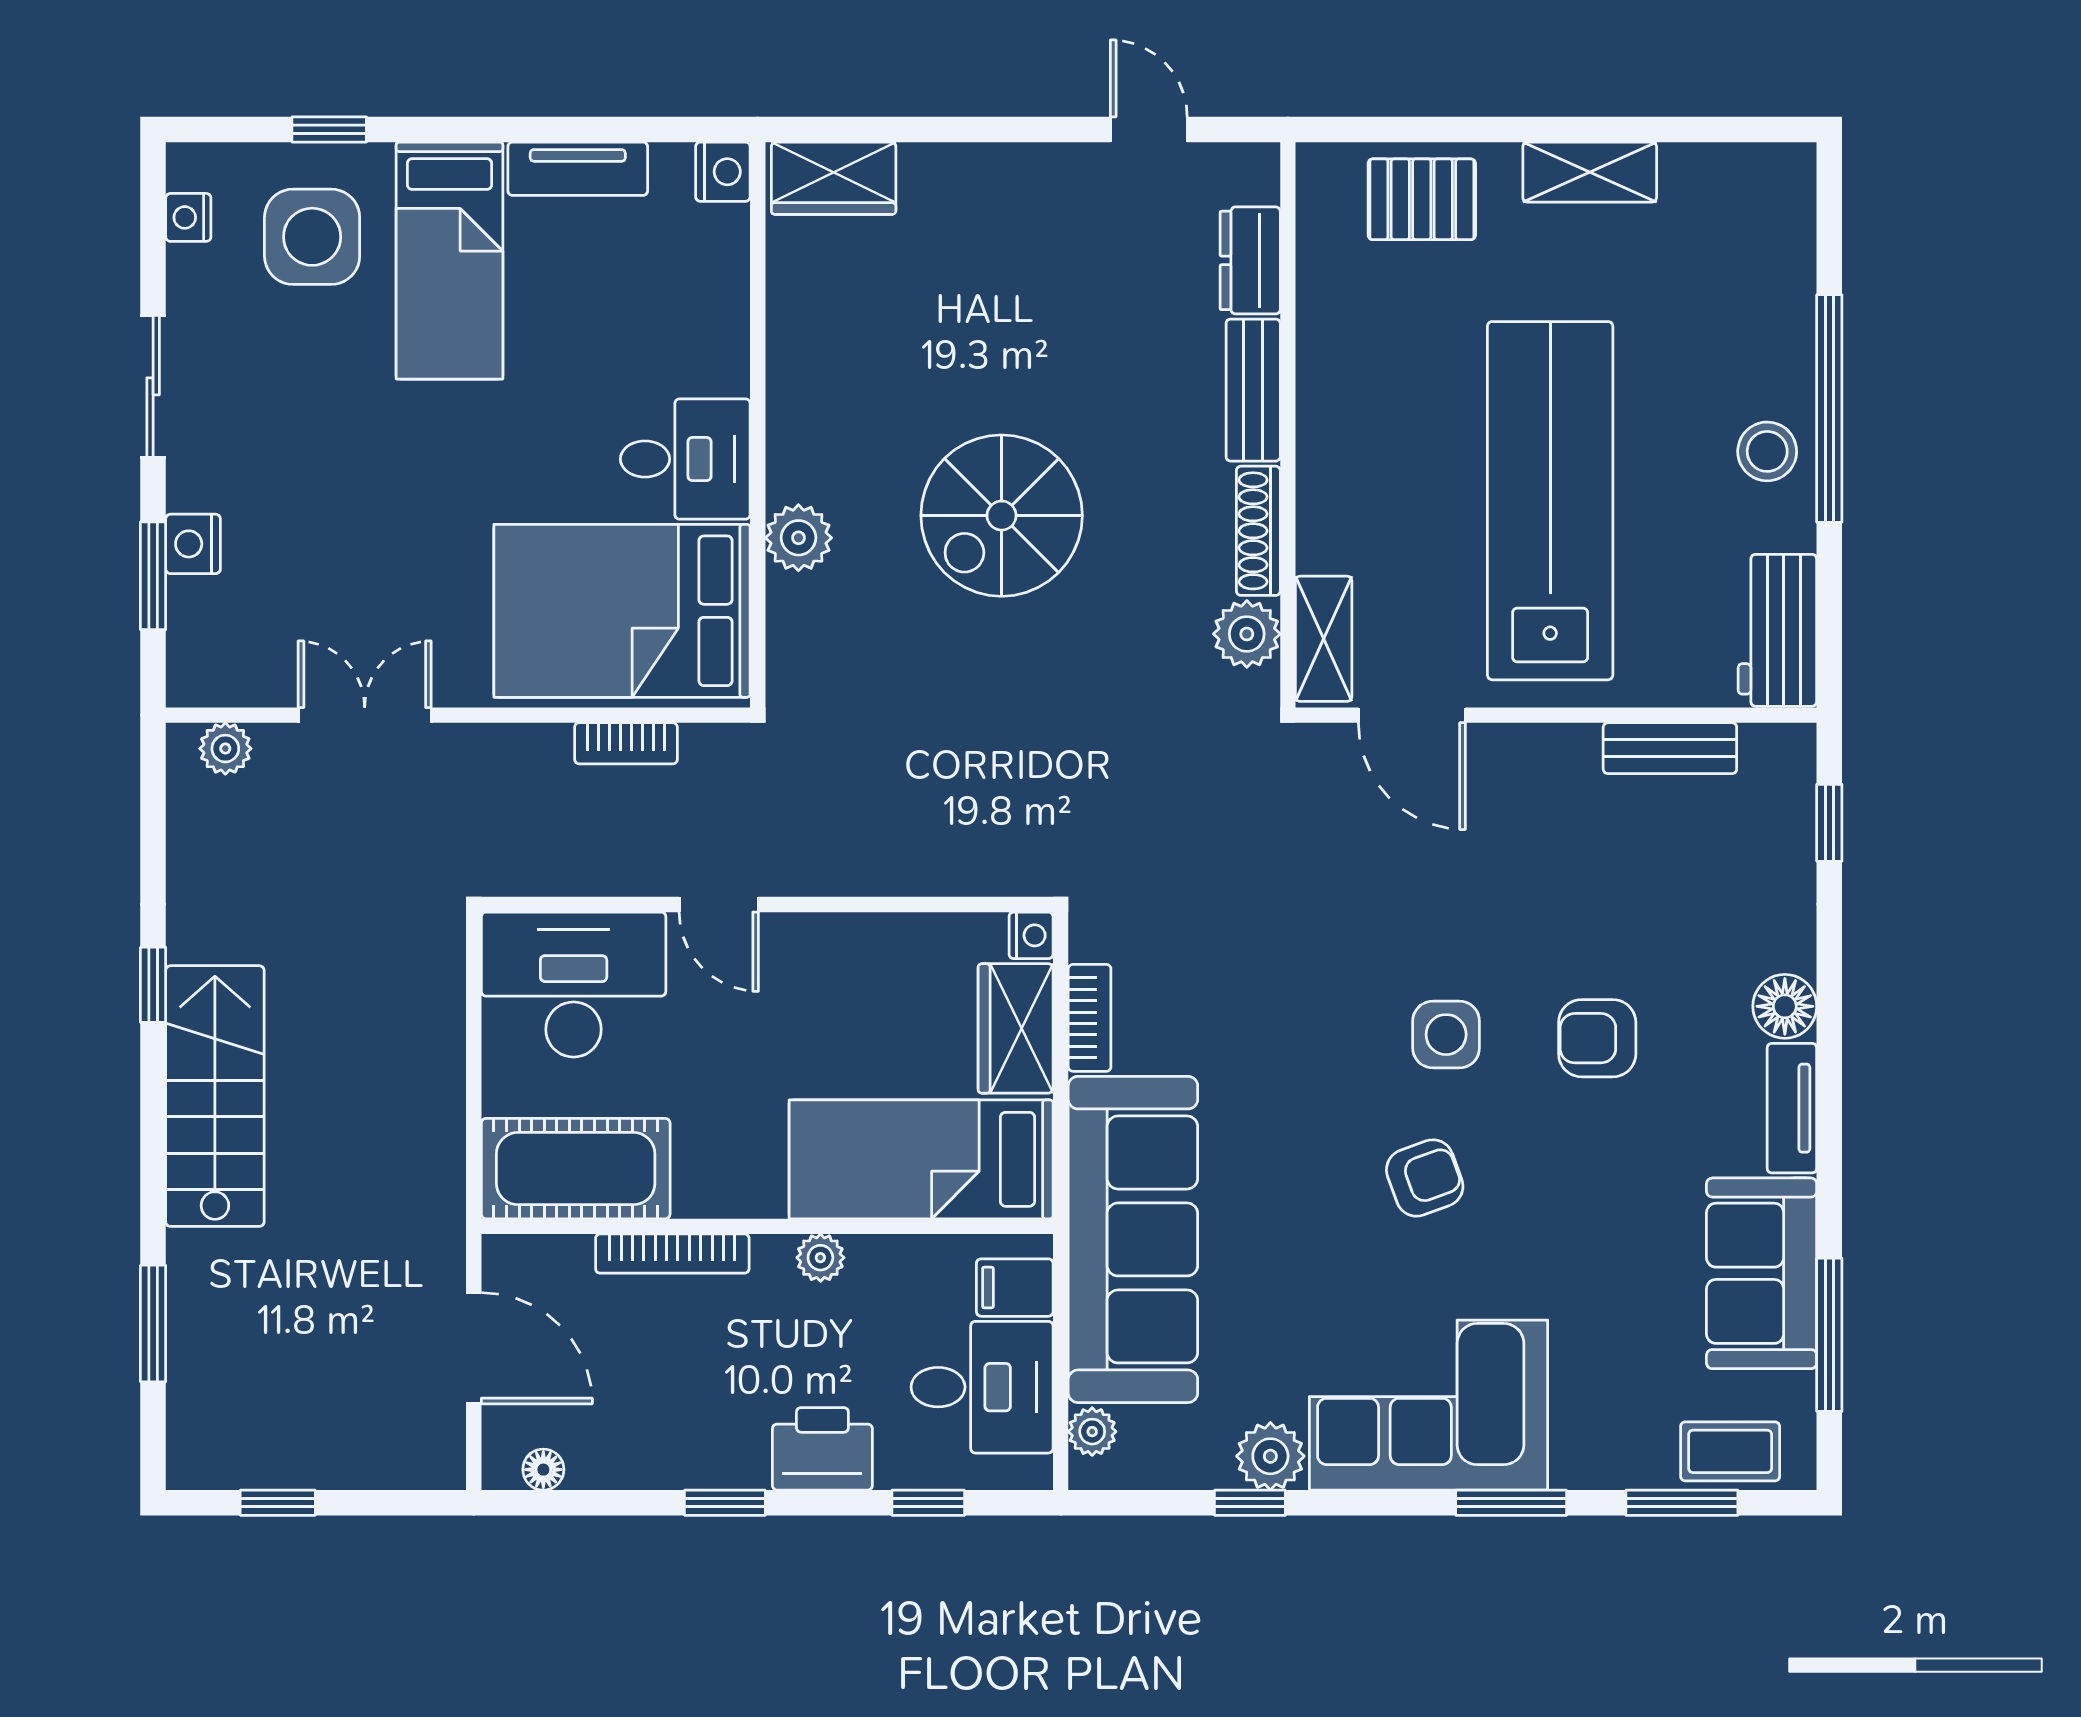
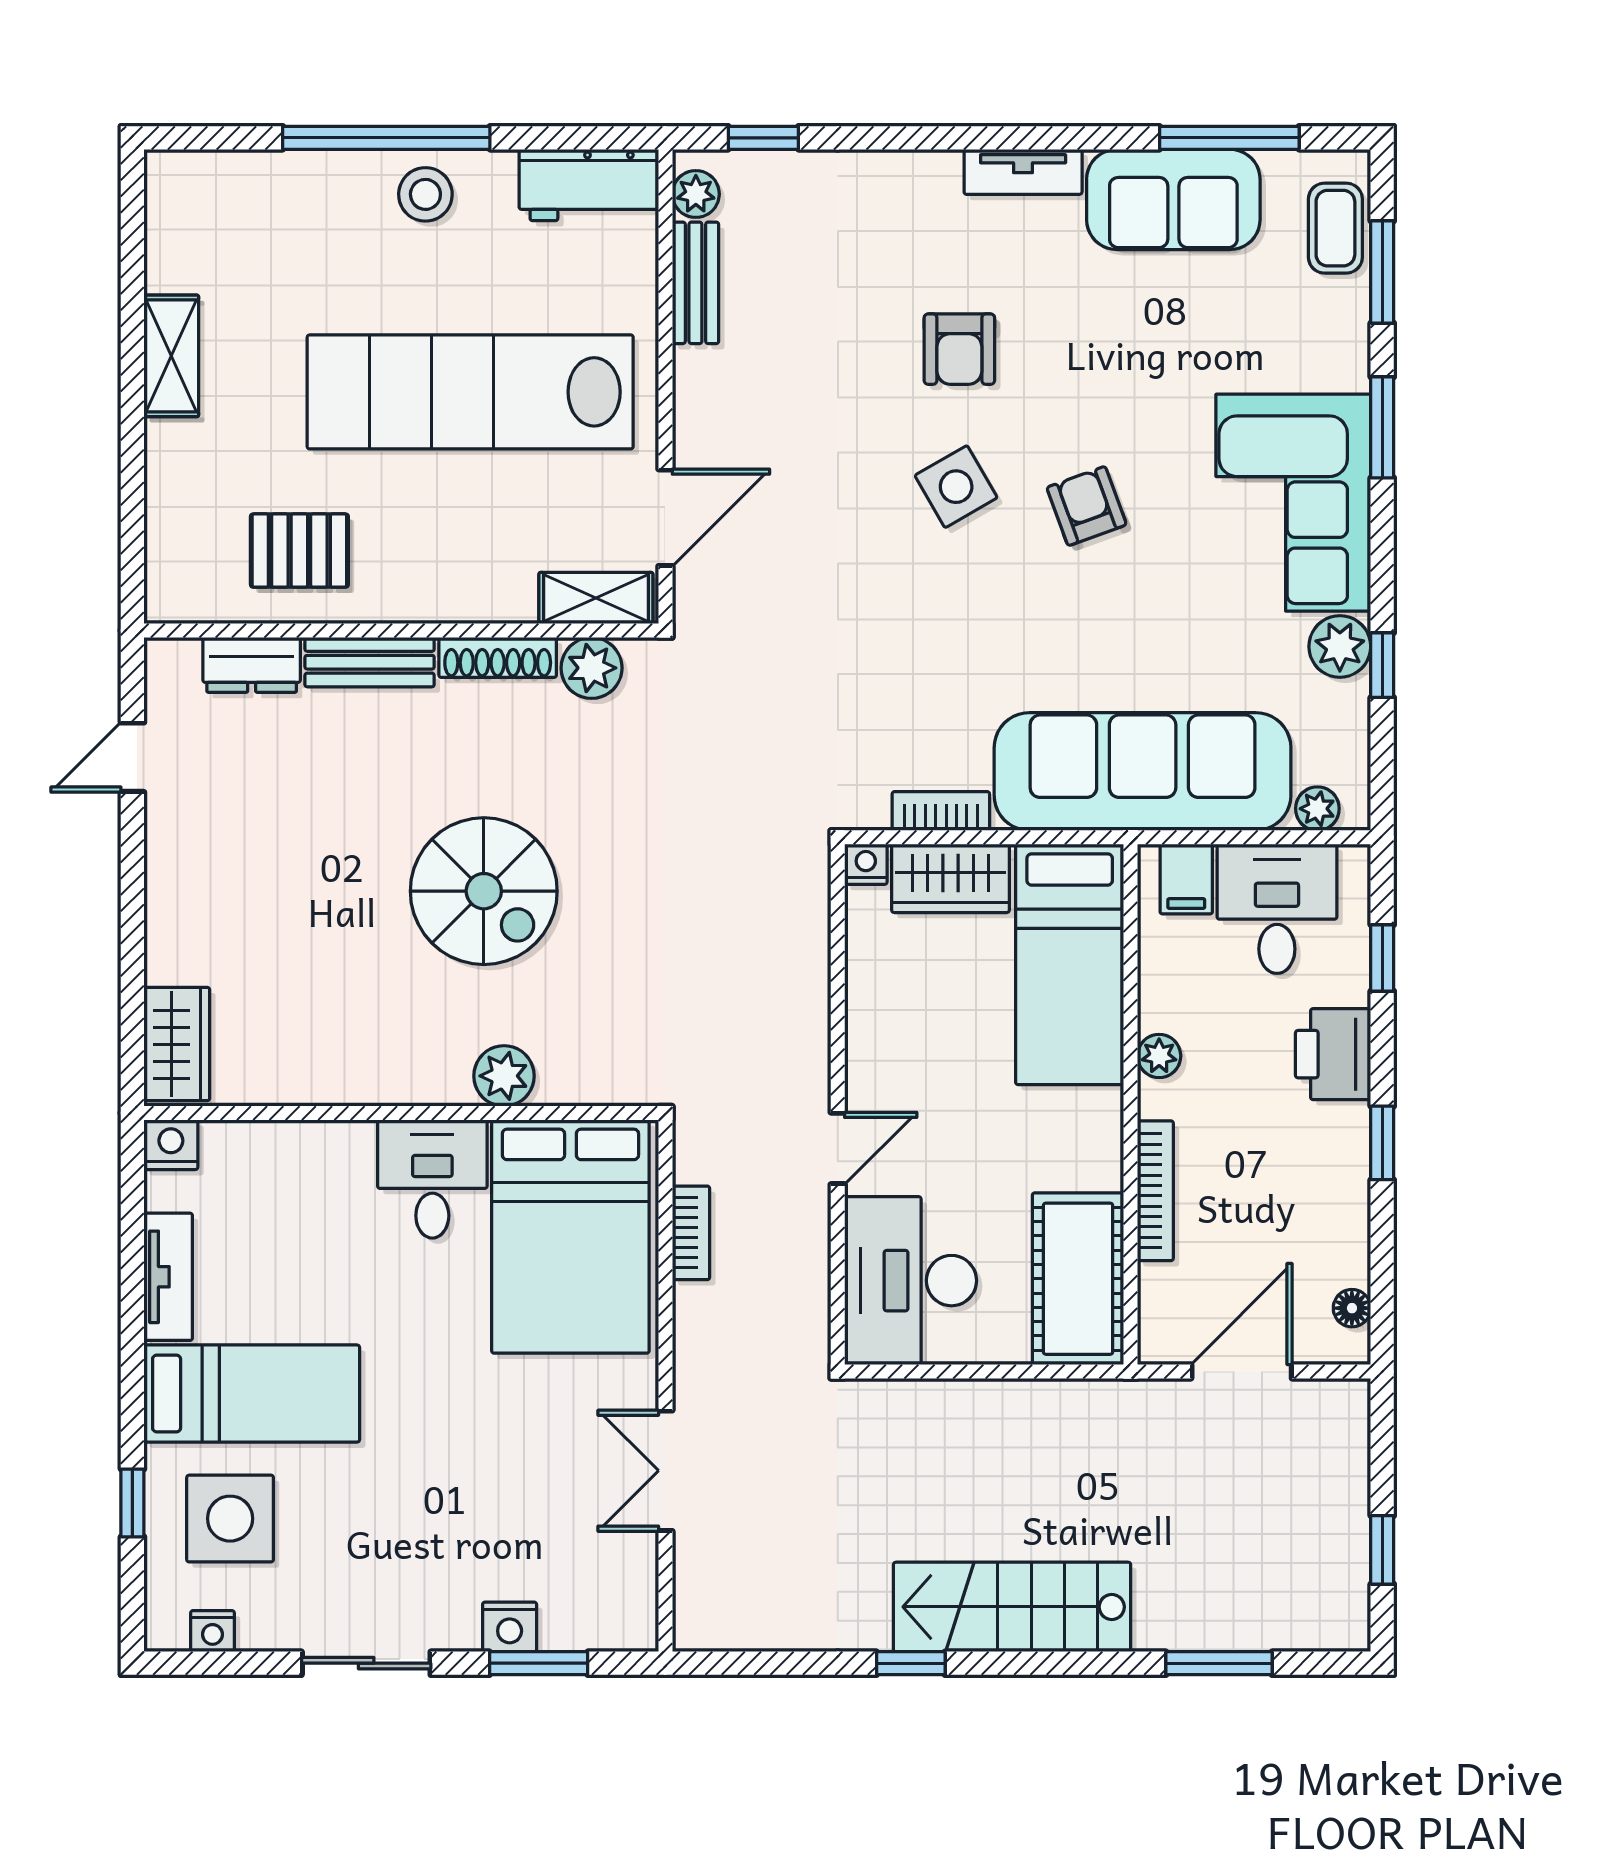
pallet: (1422, 199) -> (299, 551), moved, turned 90
plant: (225, 749) -> (696, 194), moved
floor lamp: (1785, 1006) -> (930, 178), removed
side table: (1446, 1035) -> (956, 487), turned -30

